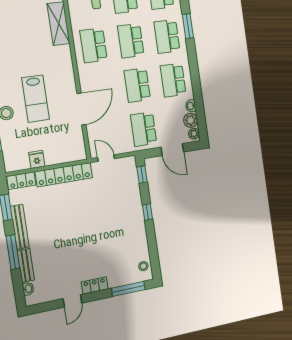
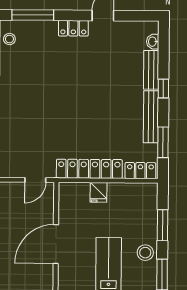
door: (106, 158) -> (35, 180), hinge flipped
fridge: (37, 159) -> (98, 192), moved
window: (13, 252) -> (163, 89), width x0.46

